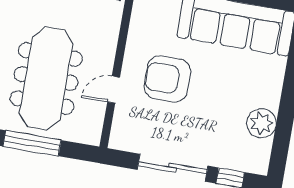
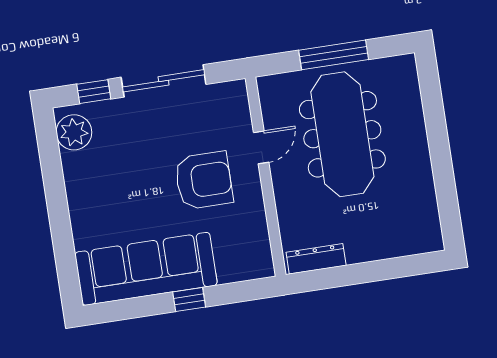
plant: (261, 123) -> (74, 132), moved

